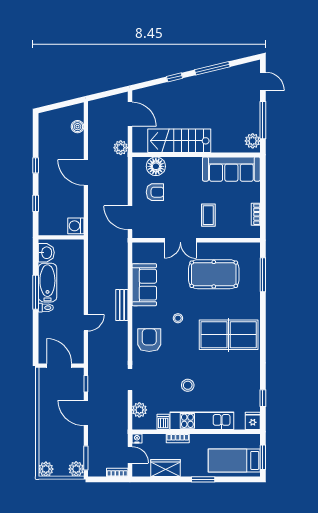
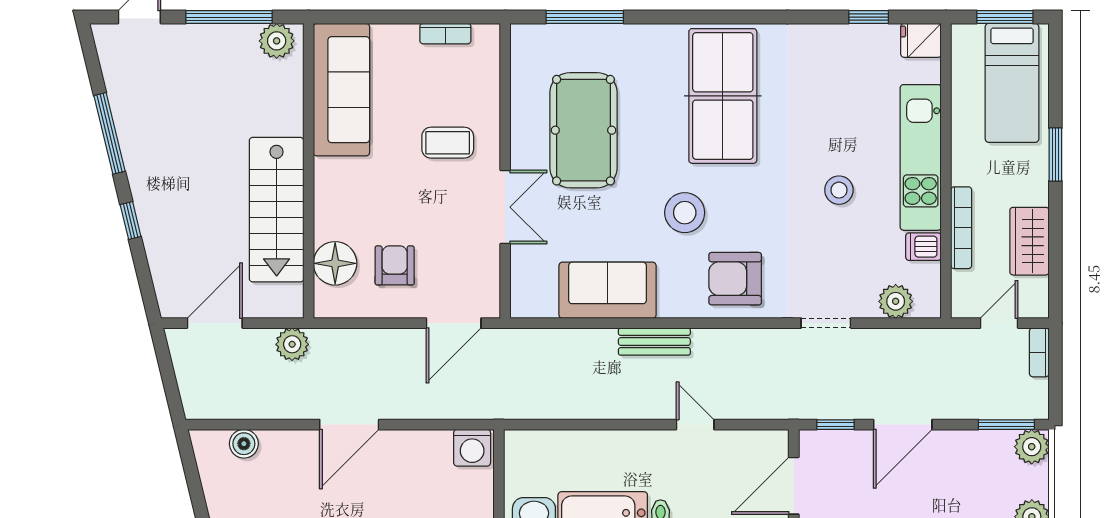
stool: (178, 318) -> (685, 213), width x1.89, depth x1.89
nightstand: (137, 438) -> (961, 307), removed
bookcase: (178, 438) -> (961, 228), width x1.56

